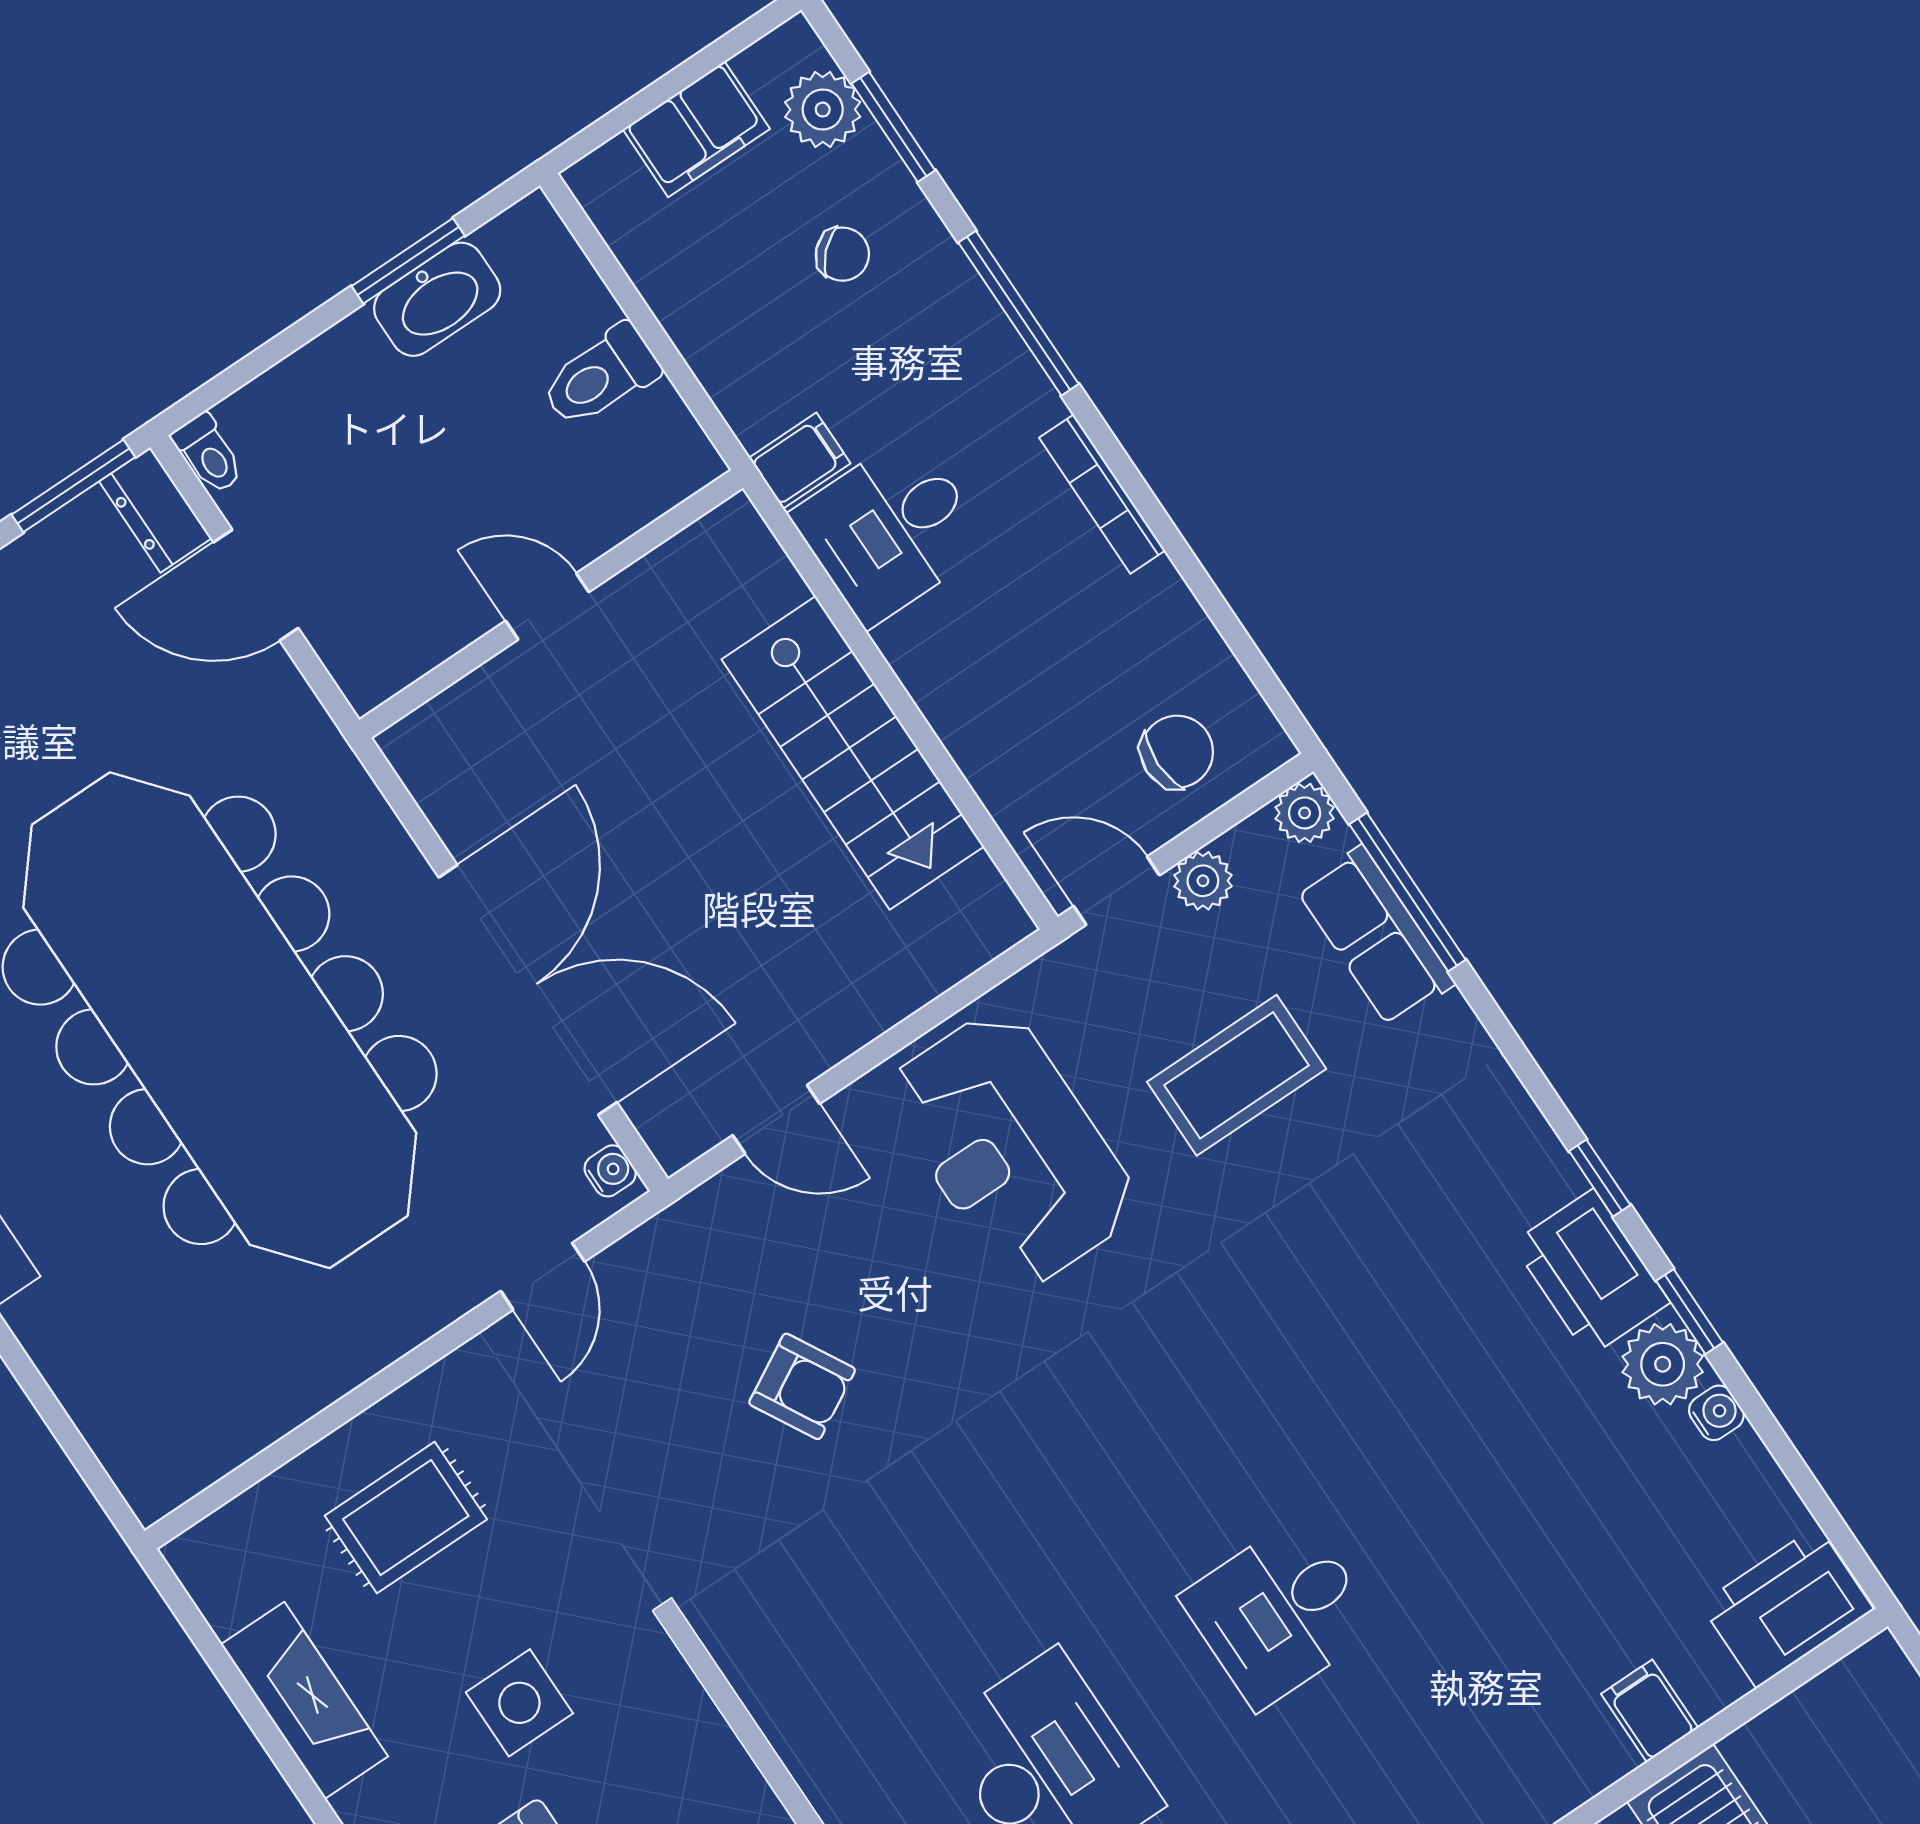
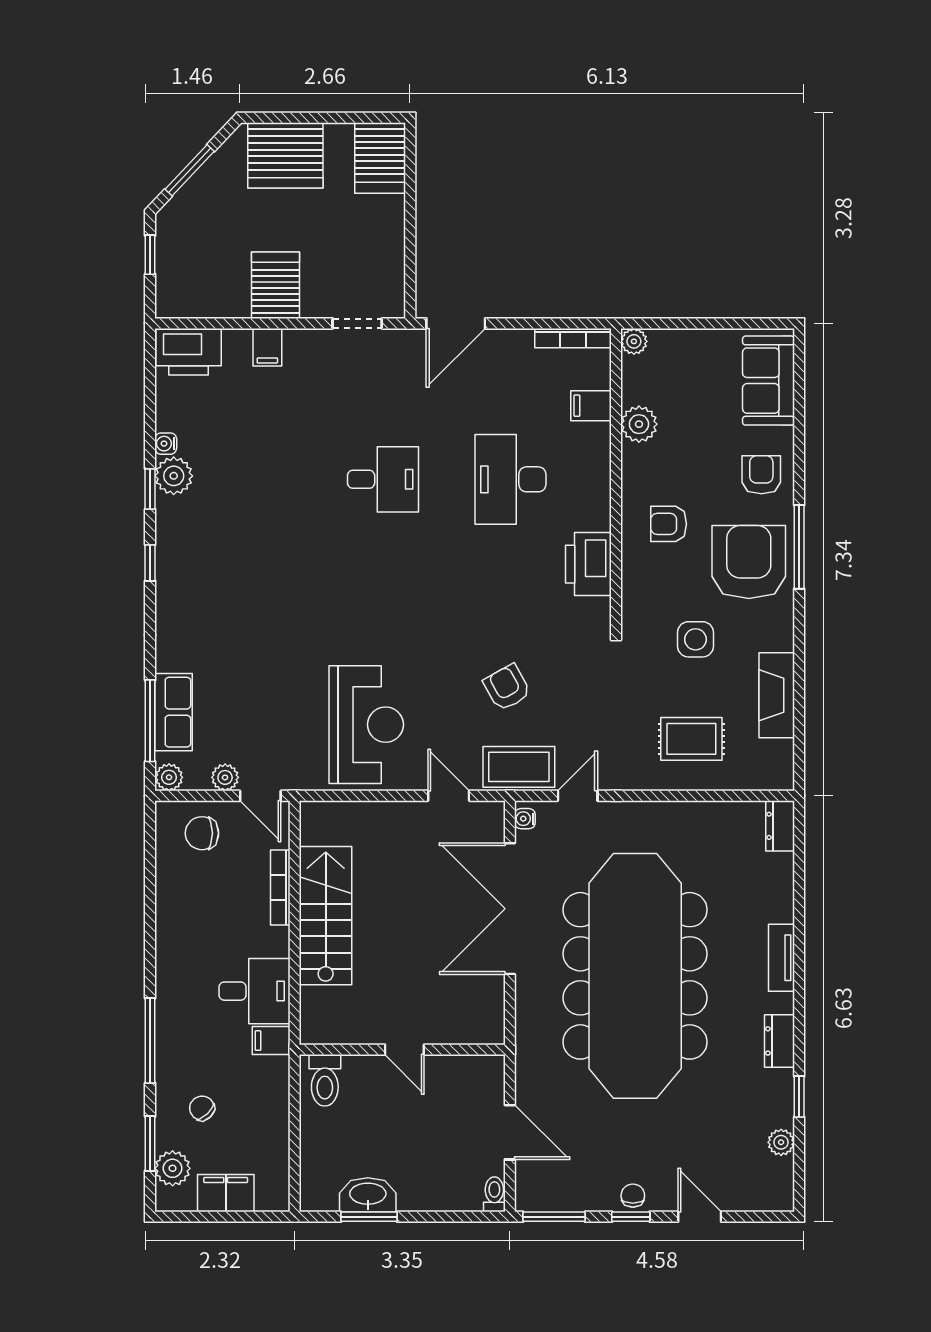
toilet: (600, 376) -> (325, 1080), moved, turned 90
bookcase: (1102, 494) -> (280, 887), moved, turned 180
dresser: (155, 510) -> (780, 826), moved, turned 180
coffee table: (1237, 1075) -> (519, 767), moved
printer: (1591, 1273) -> (588, 564), moved, turned 180

